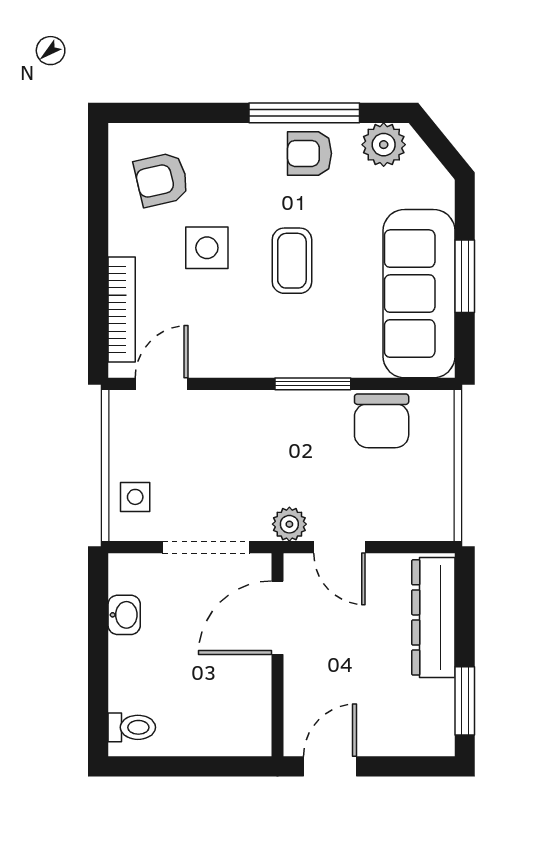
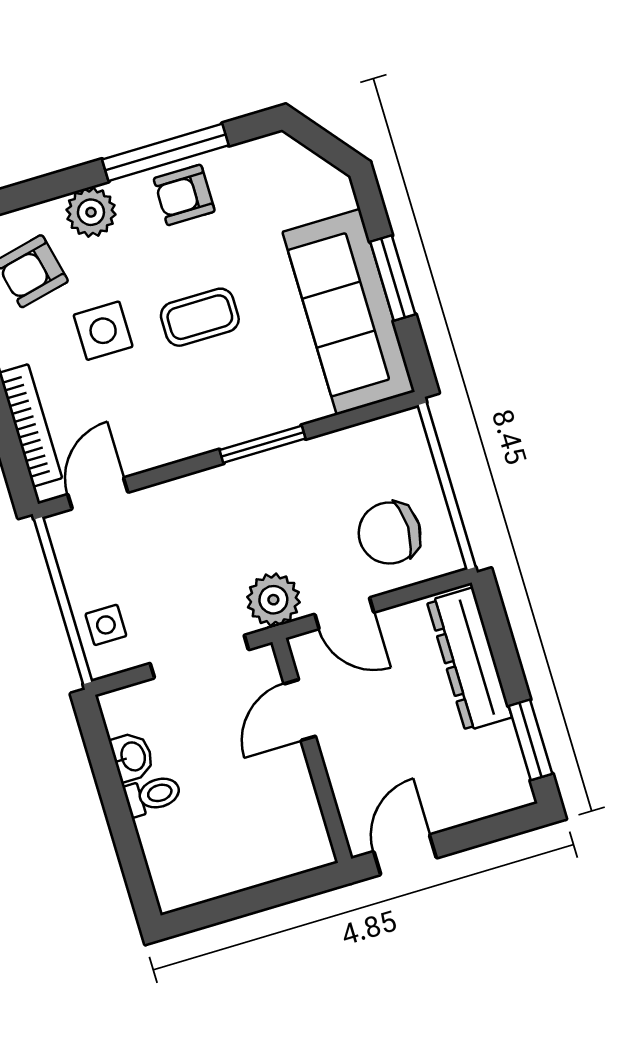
plant: (384, 145) -> (91, 212), moved
coffee table: (292, 261) -> (200, 317), turned 90
chair: (382, 421) -> (389, 533), moved, turned 90
plant: (289, 524) -> (273, 600), width x1.38, depth x1.38
door: (277, 618) -> (300, 710), width x0.73
toilet: (132, 727) -> (153, 795), moved

